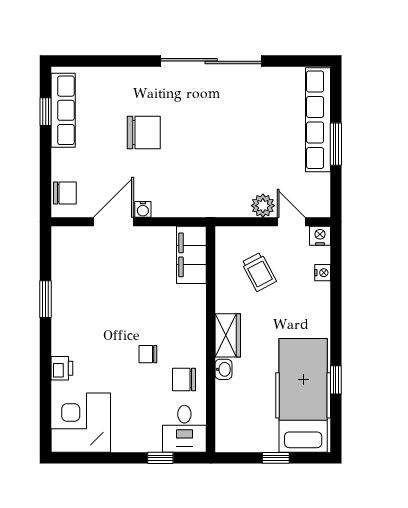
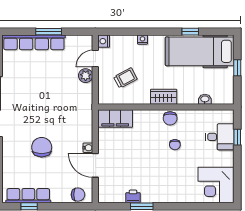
chair: (65, 193) -> (78, 195), turned 90
nightstand: (323, 273) -> (142, 40), moved
printer: (62, 368) -> (133, 196), moved
washbasin: (223, 369) -> (205, 99), moved
chair: (184, 379) -> (170, 118), moved
desk: (184, 429) -> (220, 137), moved

